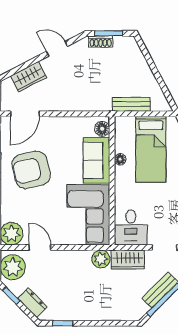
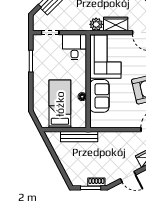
bench: (131, 104) -> (79, 137), width x1.36
floor lamp: (102, 129) -> (95, 119), removed
wardrobe: (128, 260) -> (116, 24), moved

